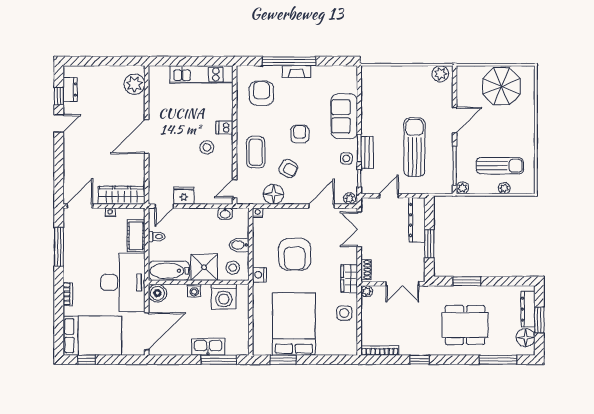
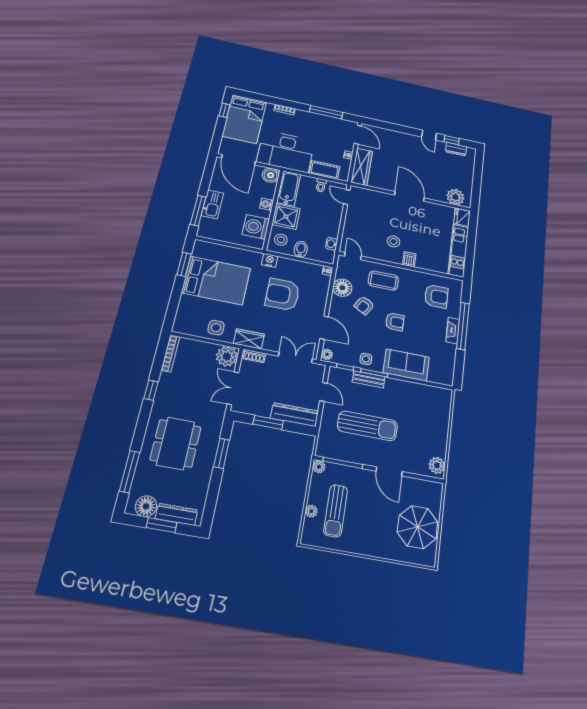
fridge: (184, 196) -> (462, 217), moved, turned 180
plant: (367, 291) -> (227, 356), width x1.87, depth x1.87

